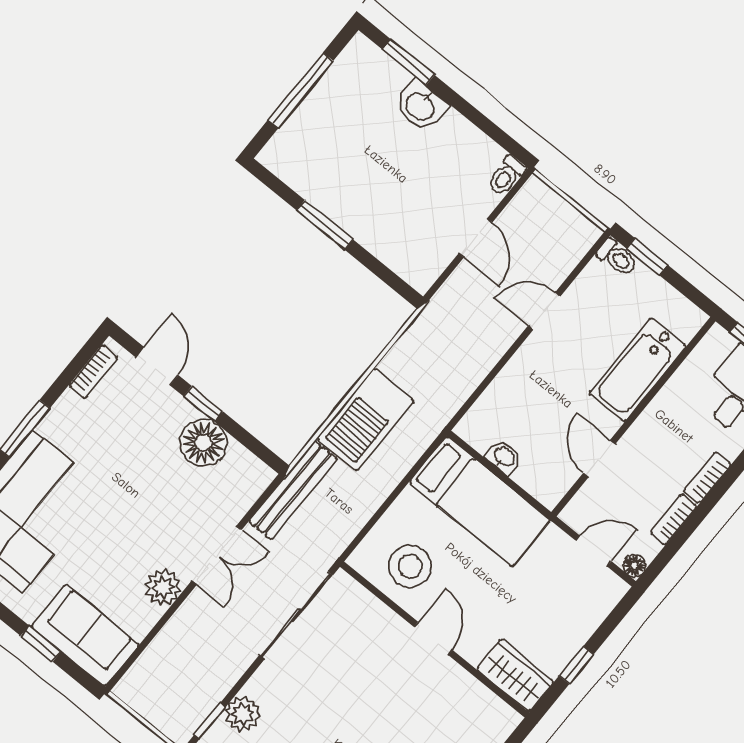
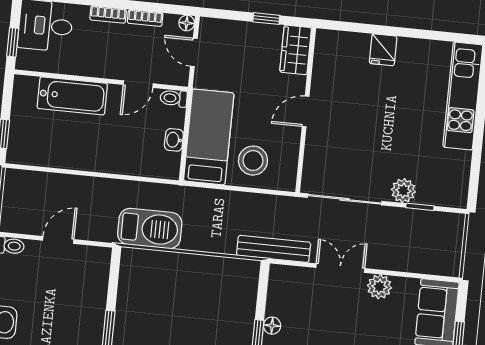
toilet: (617, 257) -> (174, 98), moved, turned -90
door: (544, 311) -> (74, 172), removed
barbecue: (366, 419) -> (150, 229), moved
floor lamp: (203, 443) -> (272, 326), width x0.53, depth x0.53
stool: (410, 566) -> (253, 161), moved
plant: (243, 714) -> (403, 191), moved
window: (210, 721) -> (420, 207), moved

